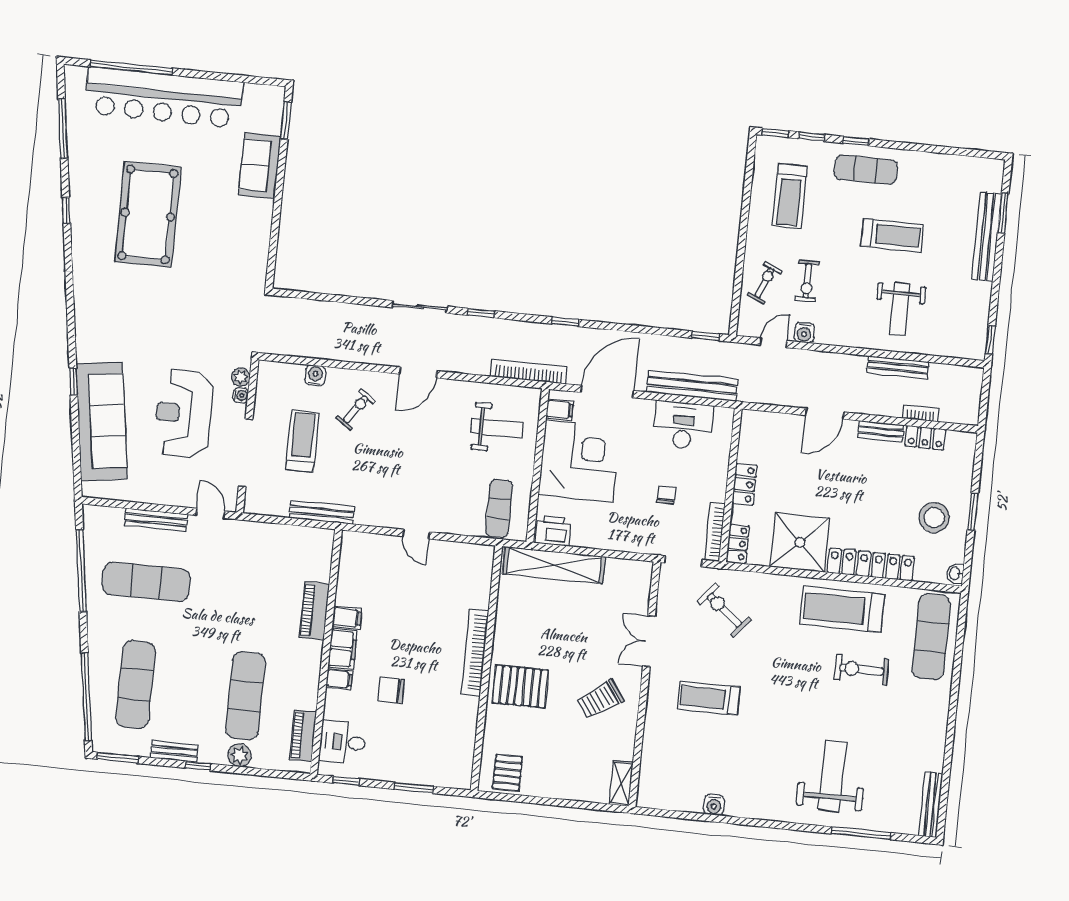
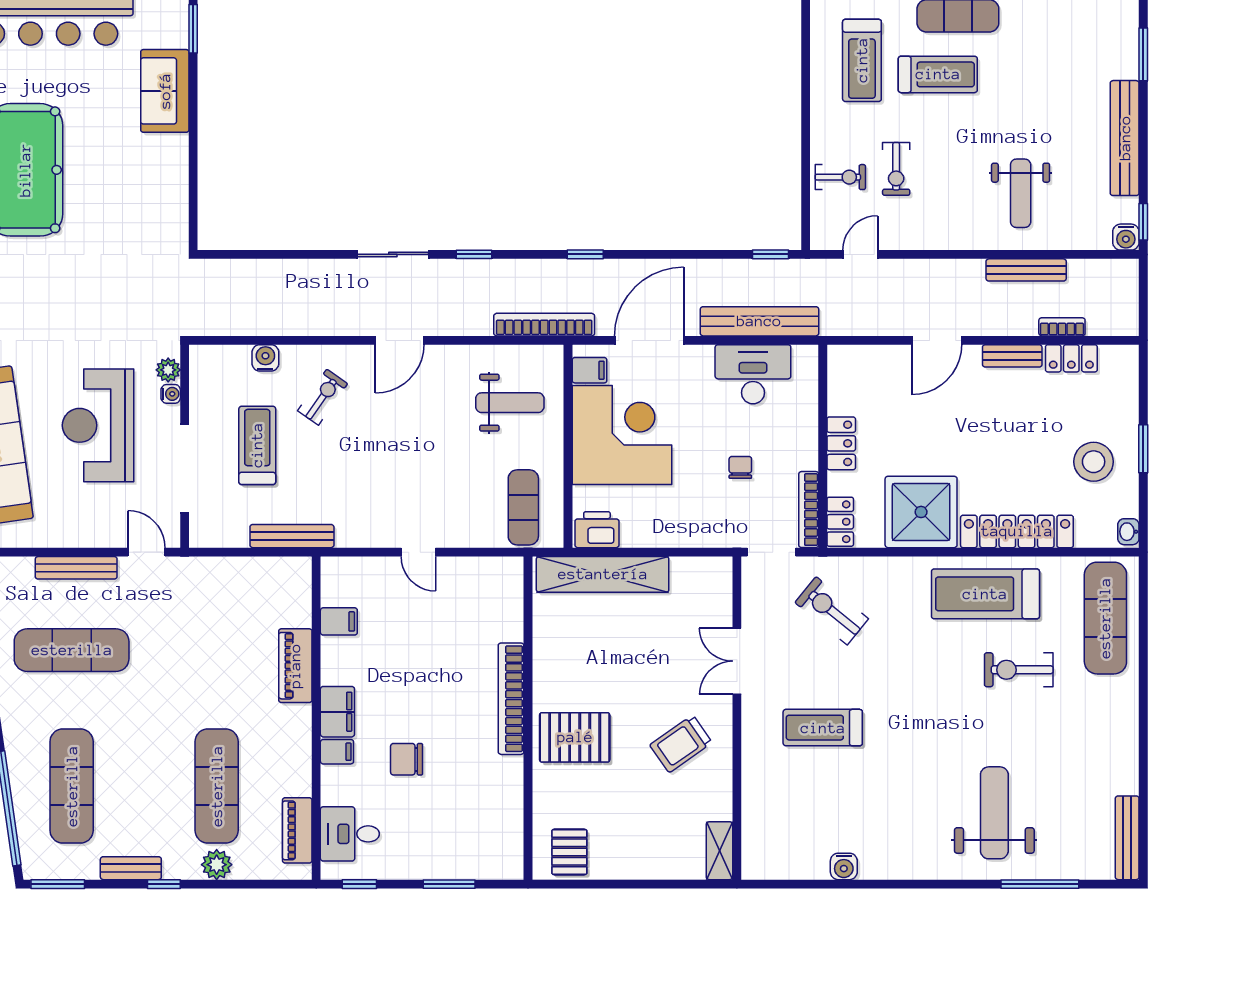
treadmill: (892, 235) -> (938, 74), moved
bench: (987, 236) -> (1125, 138), moved
exercise bike: (764, 283) -> (840, 177), turned 68
water cooler: (804, 333) -> (1126, 237), moved
filing cabinet: (347, 617) -> (339, 621), moved

